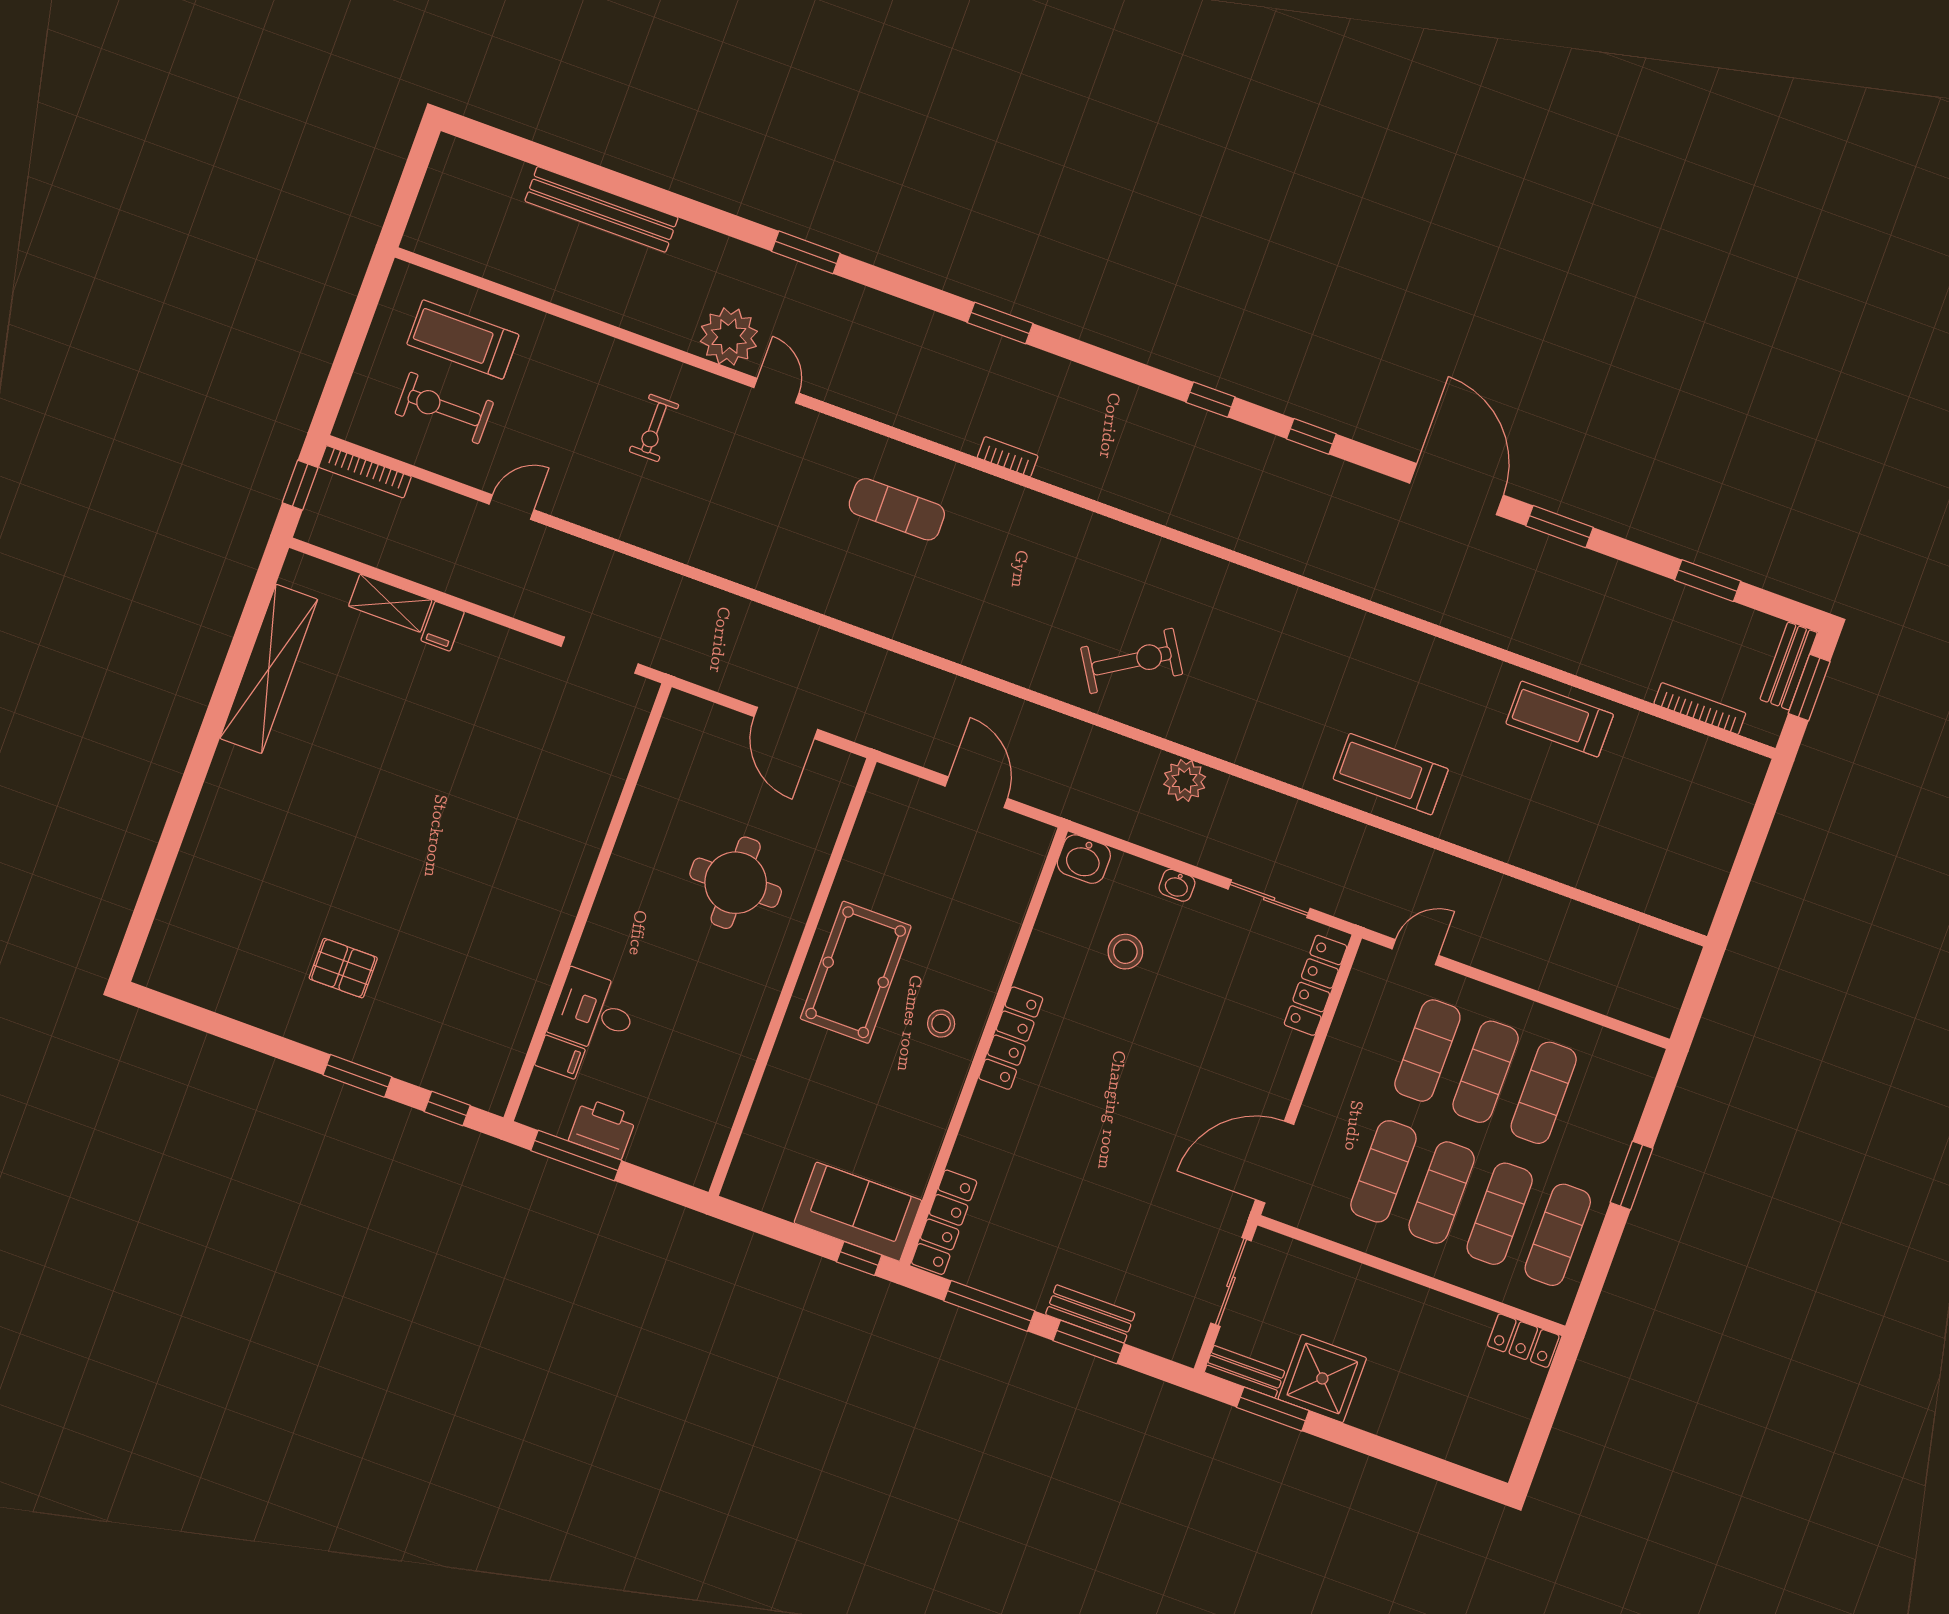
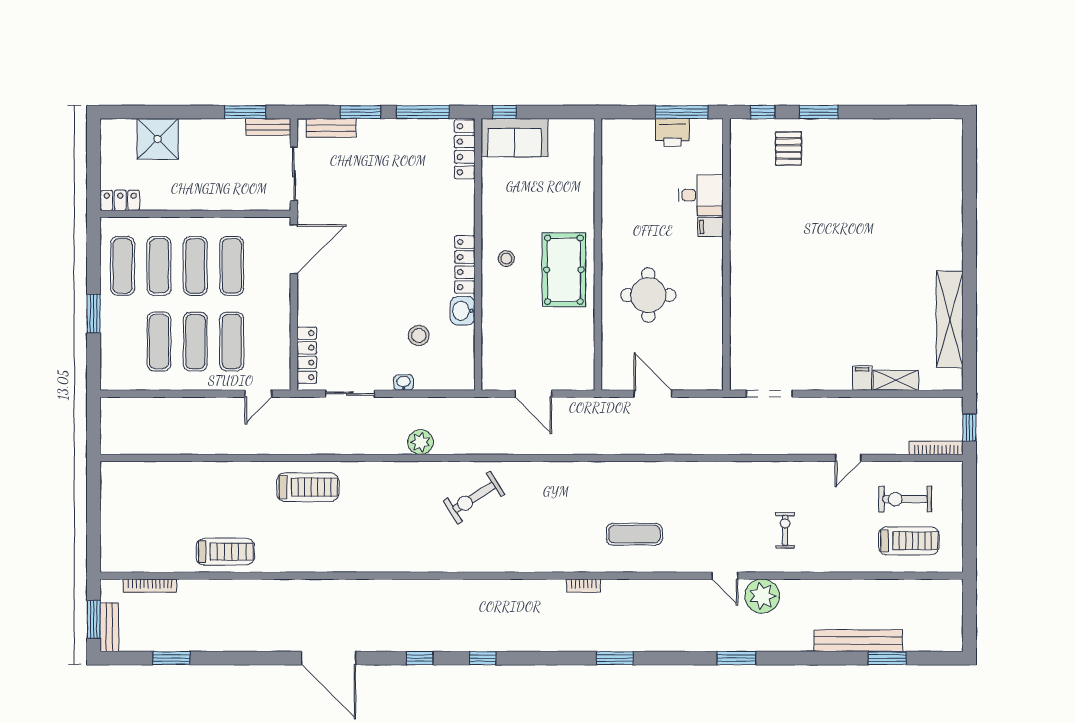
exercise bike: (444, 408) -> (905, 499), turned 180
window: (1559, 527) -> (887, 658), moved
washbasin: (1084, 859) -> (463, 311), moved, turned -90
pallet: (343, 968) -> (788, 148), moved, turned 90
filing cabinet: (560, 1057) -> (710, 227), moved
bench: (1090, 1314) -> (331, 128), moved
shower: (1322, 1378) -> (158, 139), moved

